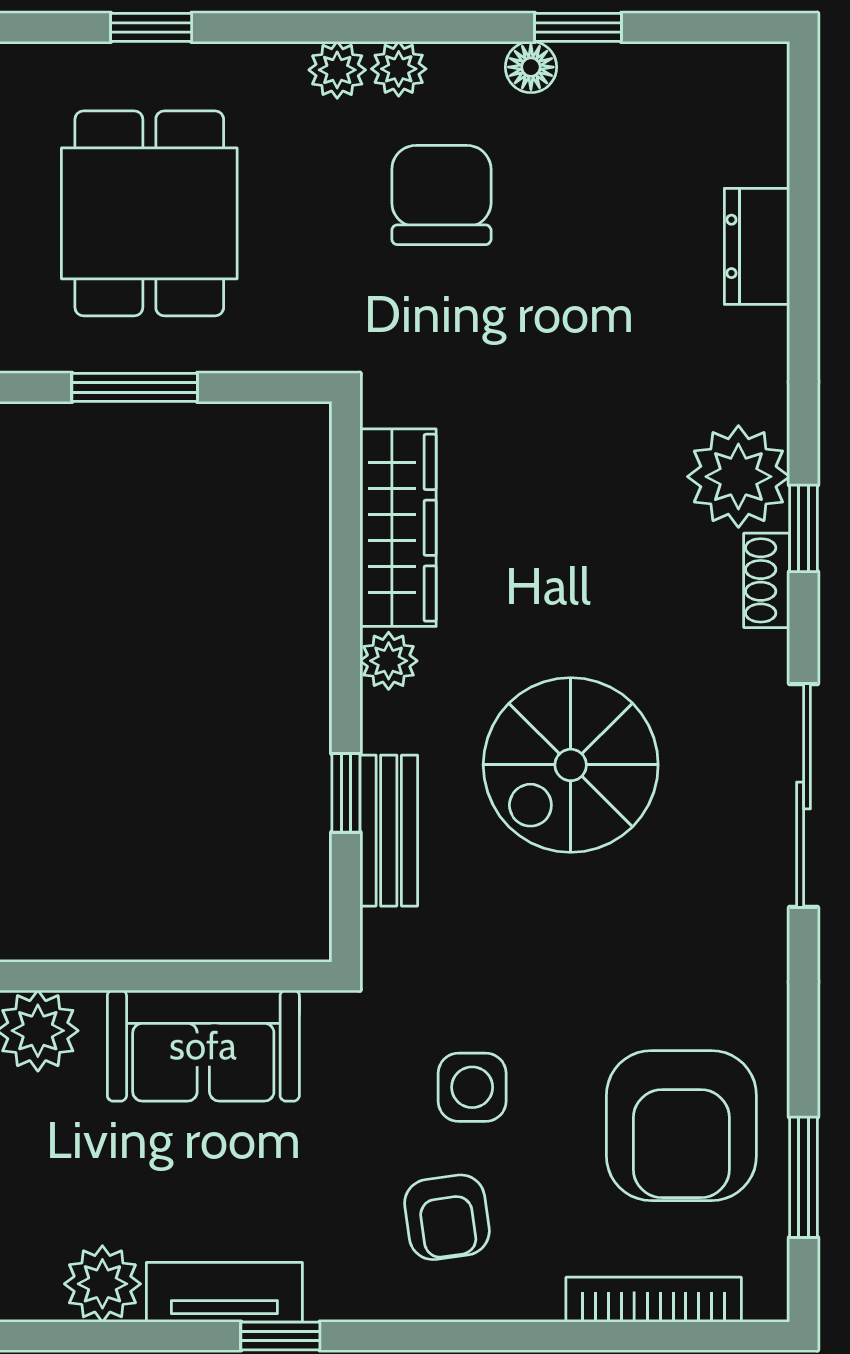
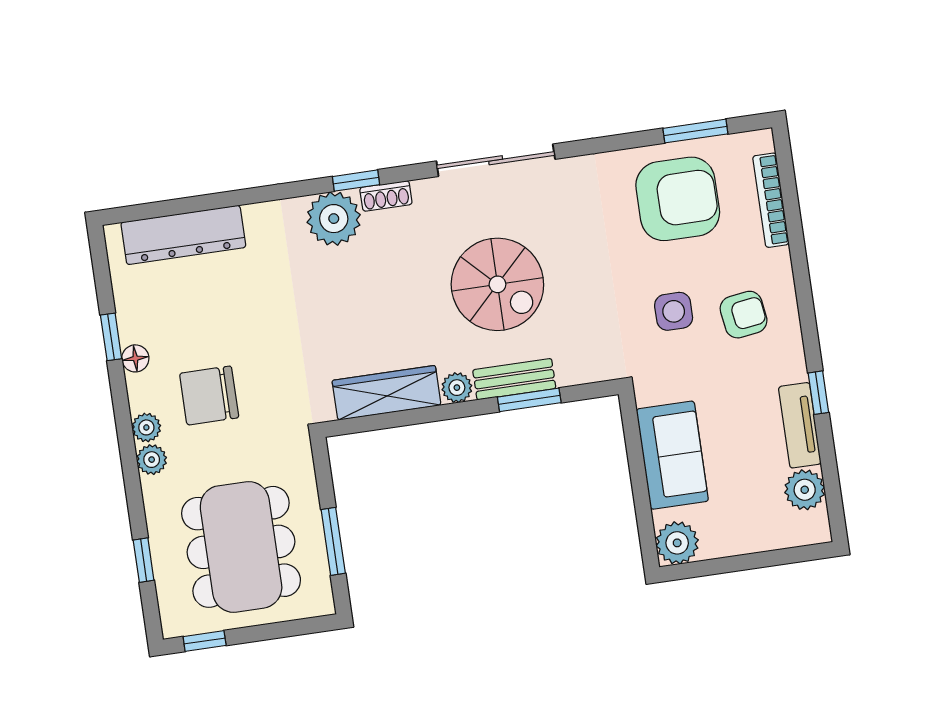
dining table: (149, 213) -> (241, 547), width x1.37
dresser: (757, 246) -> (183, 235), width x1.96, depth x1.24
window: (346, 793) -> (529, 400), width x1.50
bench: (389, 831) -> (514, 379), moved

